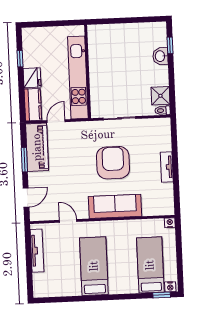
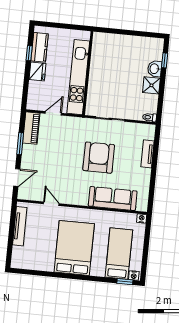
shower: (160, 96) -> (151, 85), moved
kitchen counter: (33, 105) -> (40, 47), moved
piano: (37, 147) -> (31, 128), width x0.73, depth x0.75
tv unit: (167, 167) -> (147, 154), moved
sofa: (115, 206) -> (113, 199), moved
bed: (94, 266) -> (74, 248), width x1.50

